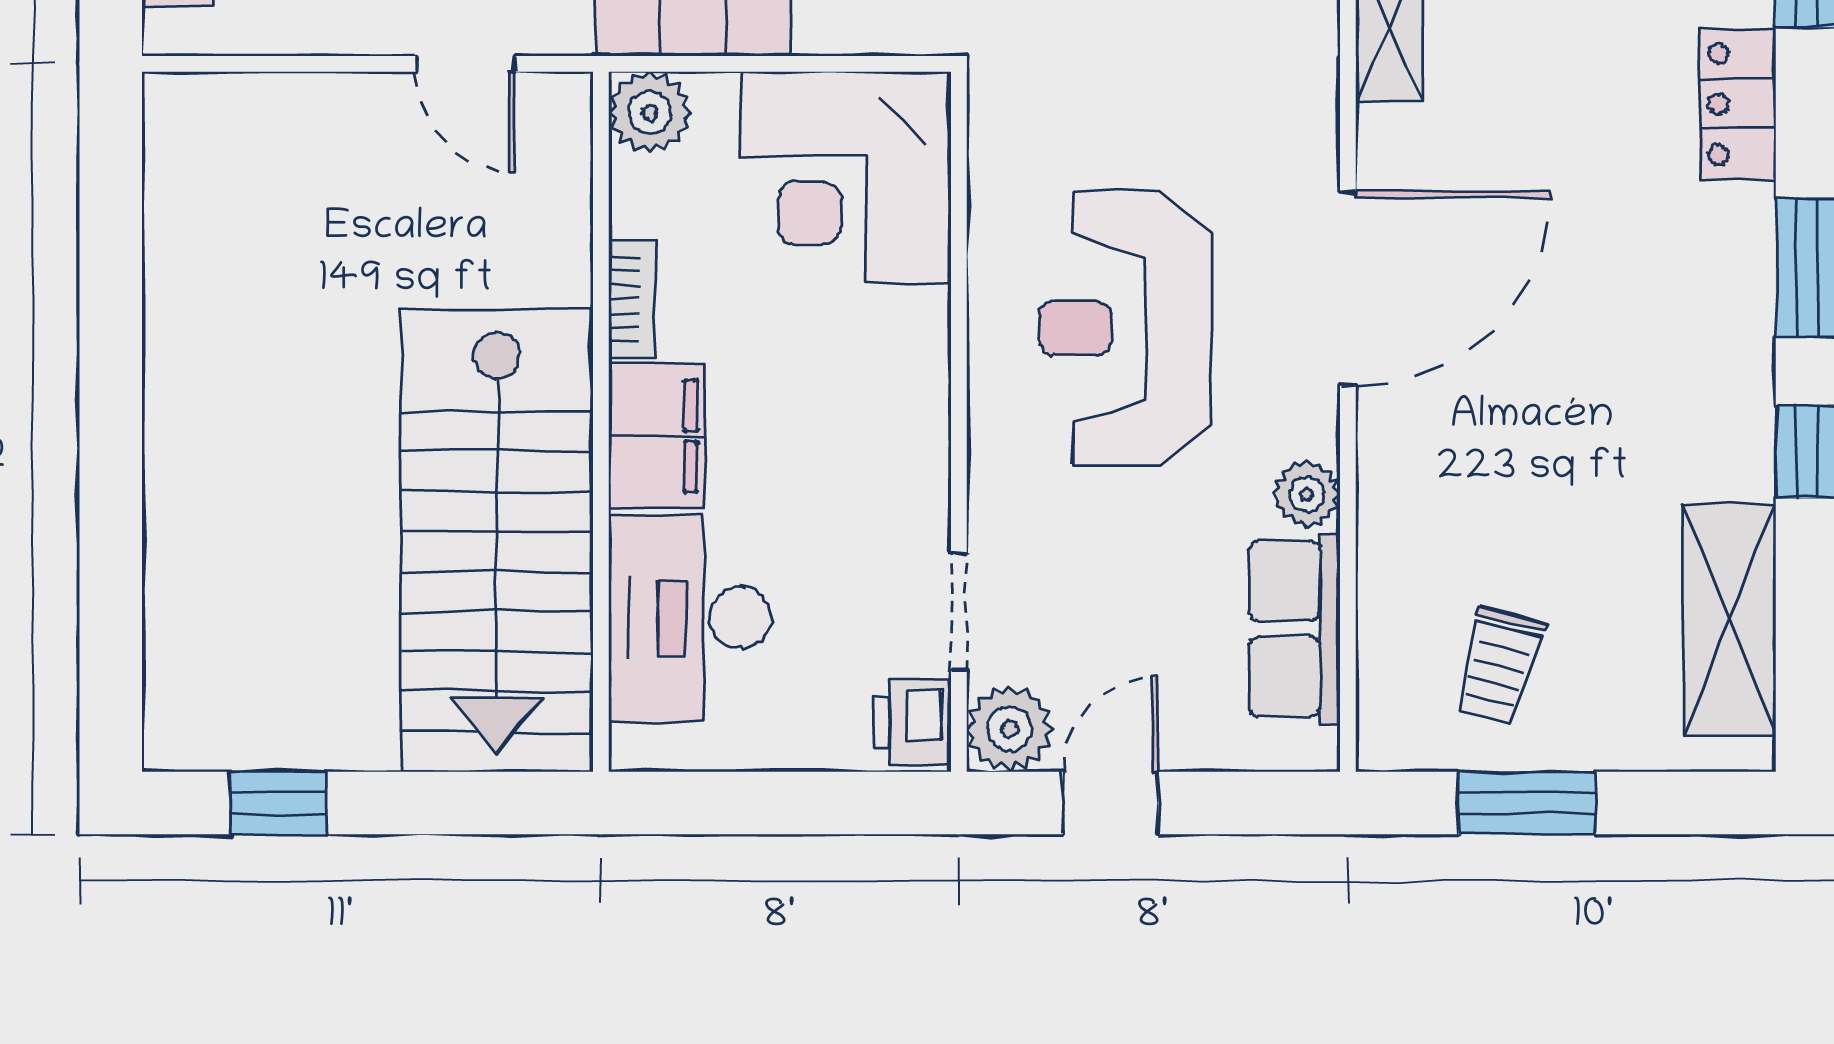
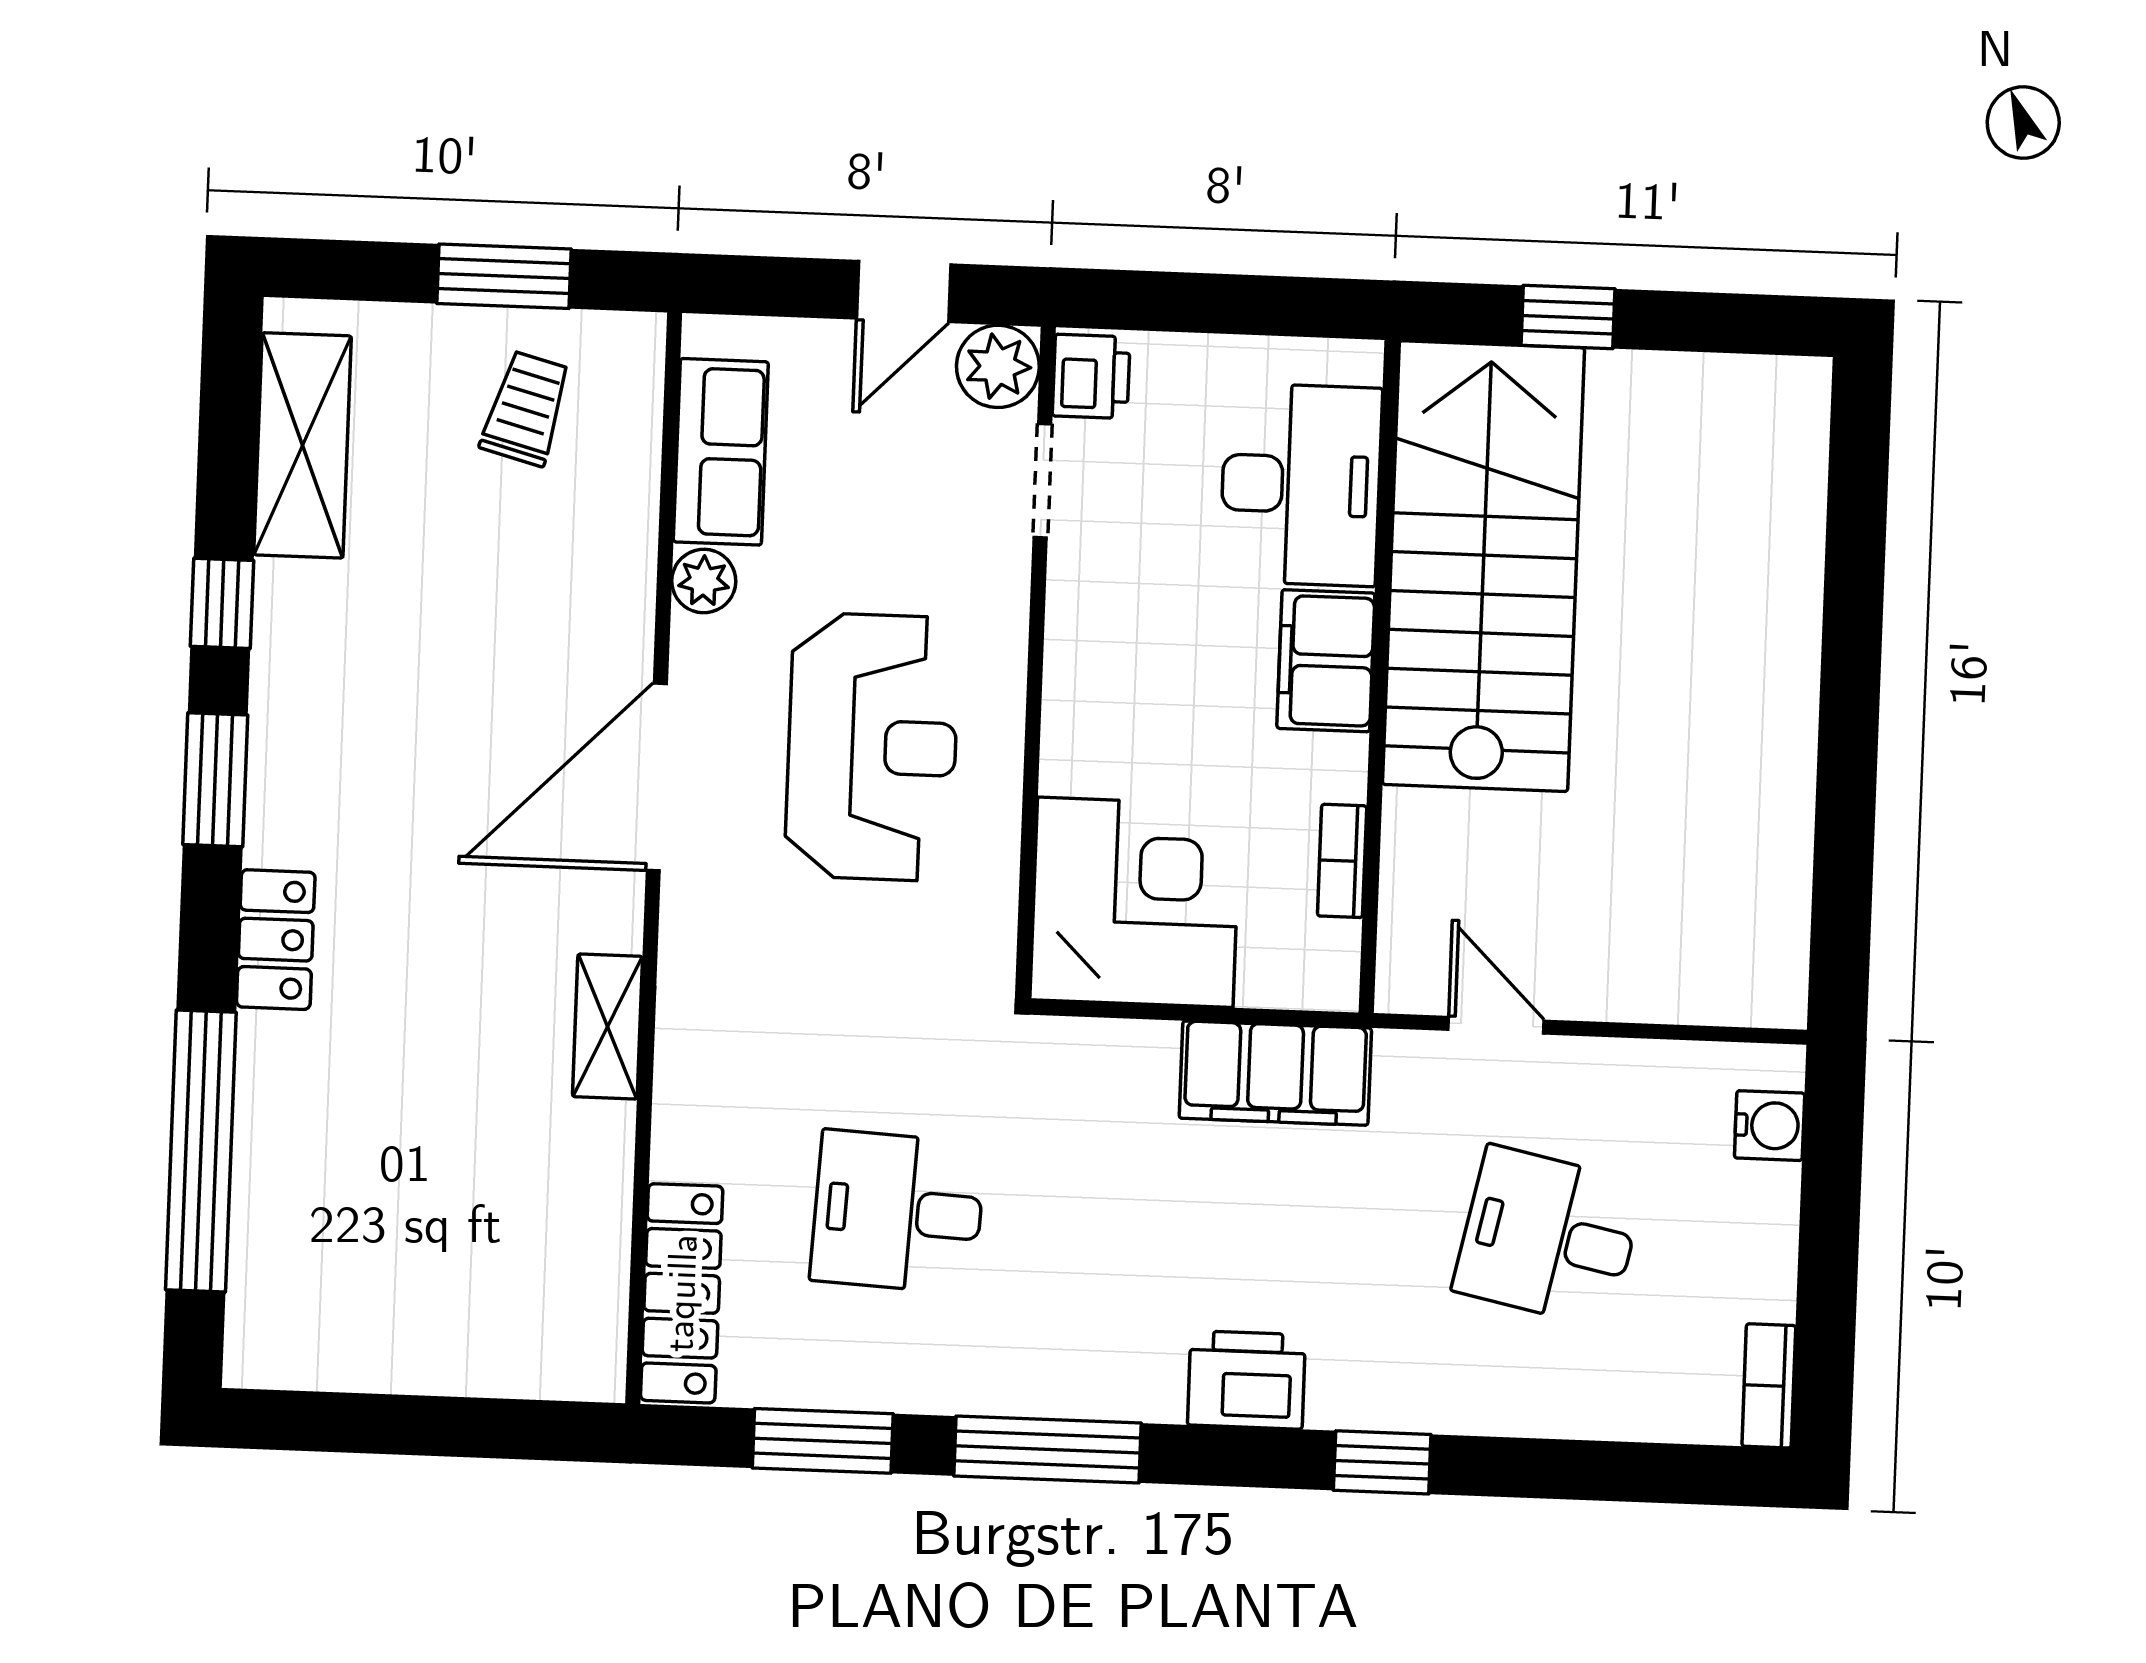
plant: (650, 113) -> (1321, 972), removed
bookcase: (632, 299) -> (1342, 861), moved
window: (278, 803) -> (1568, 317), moved

